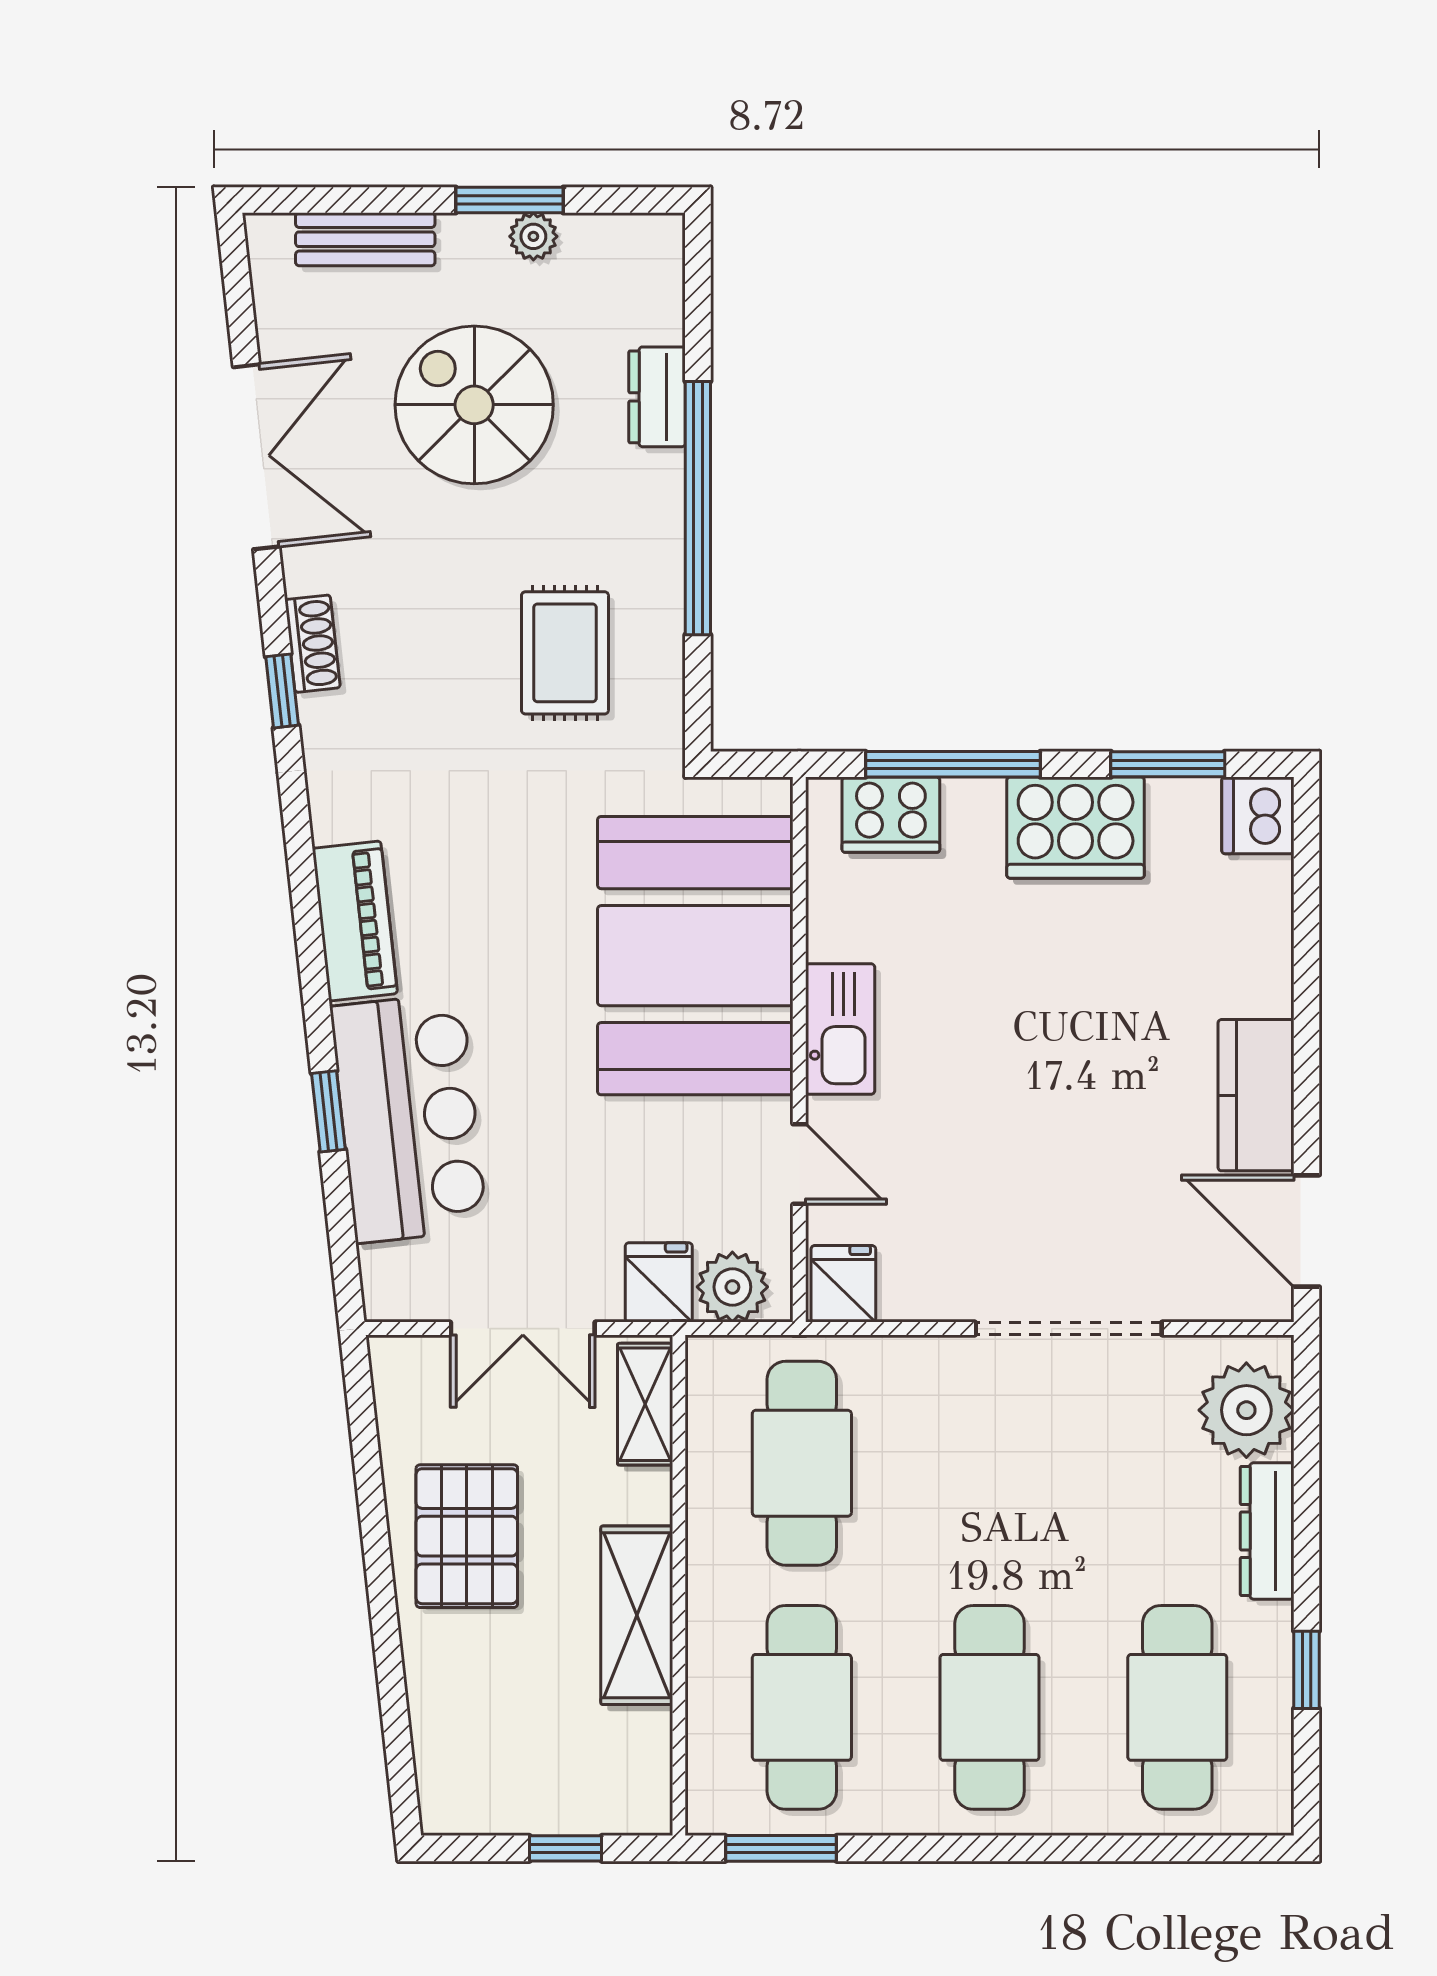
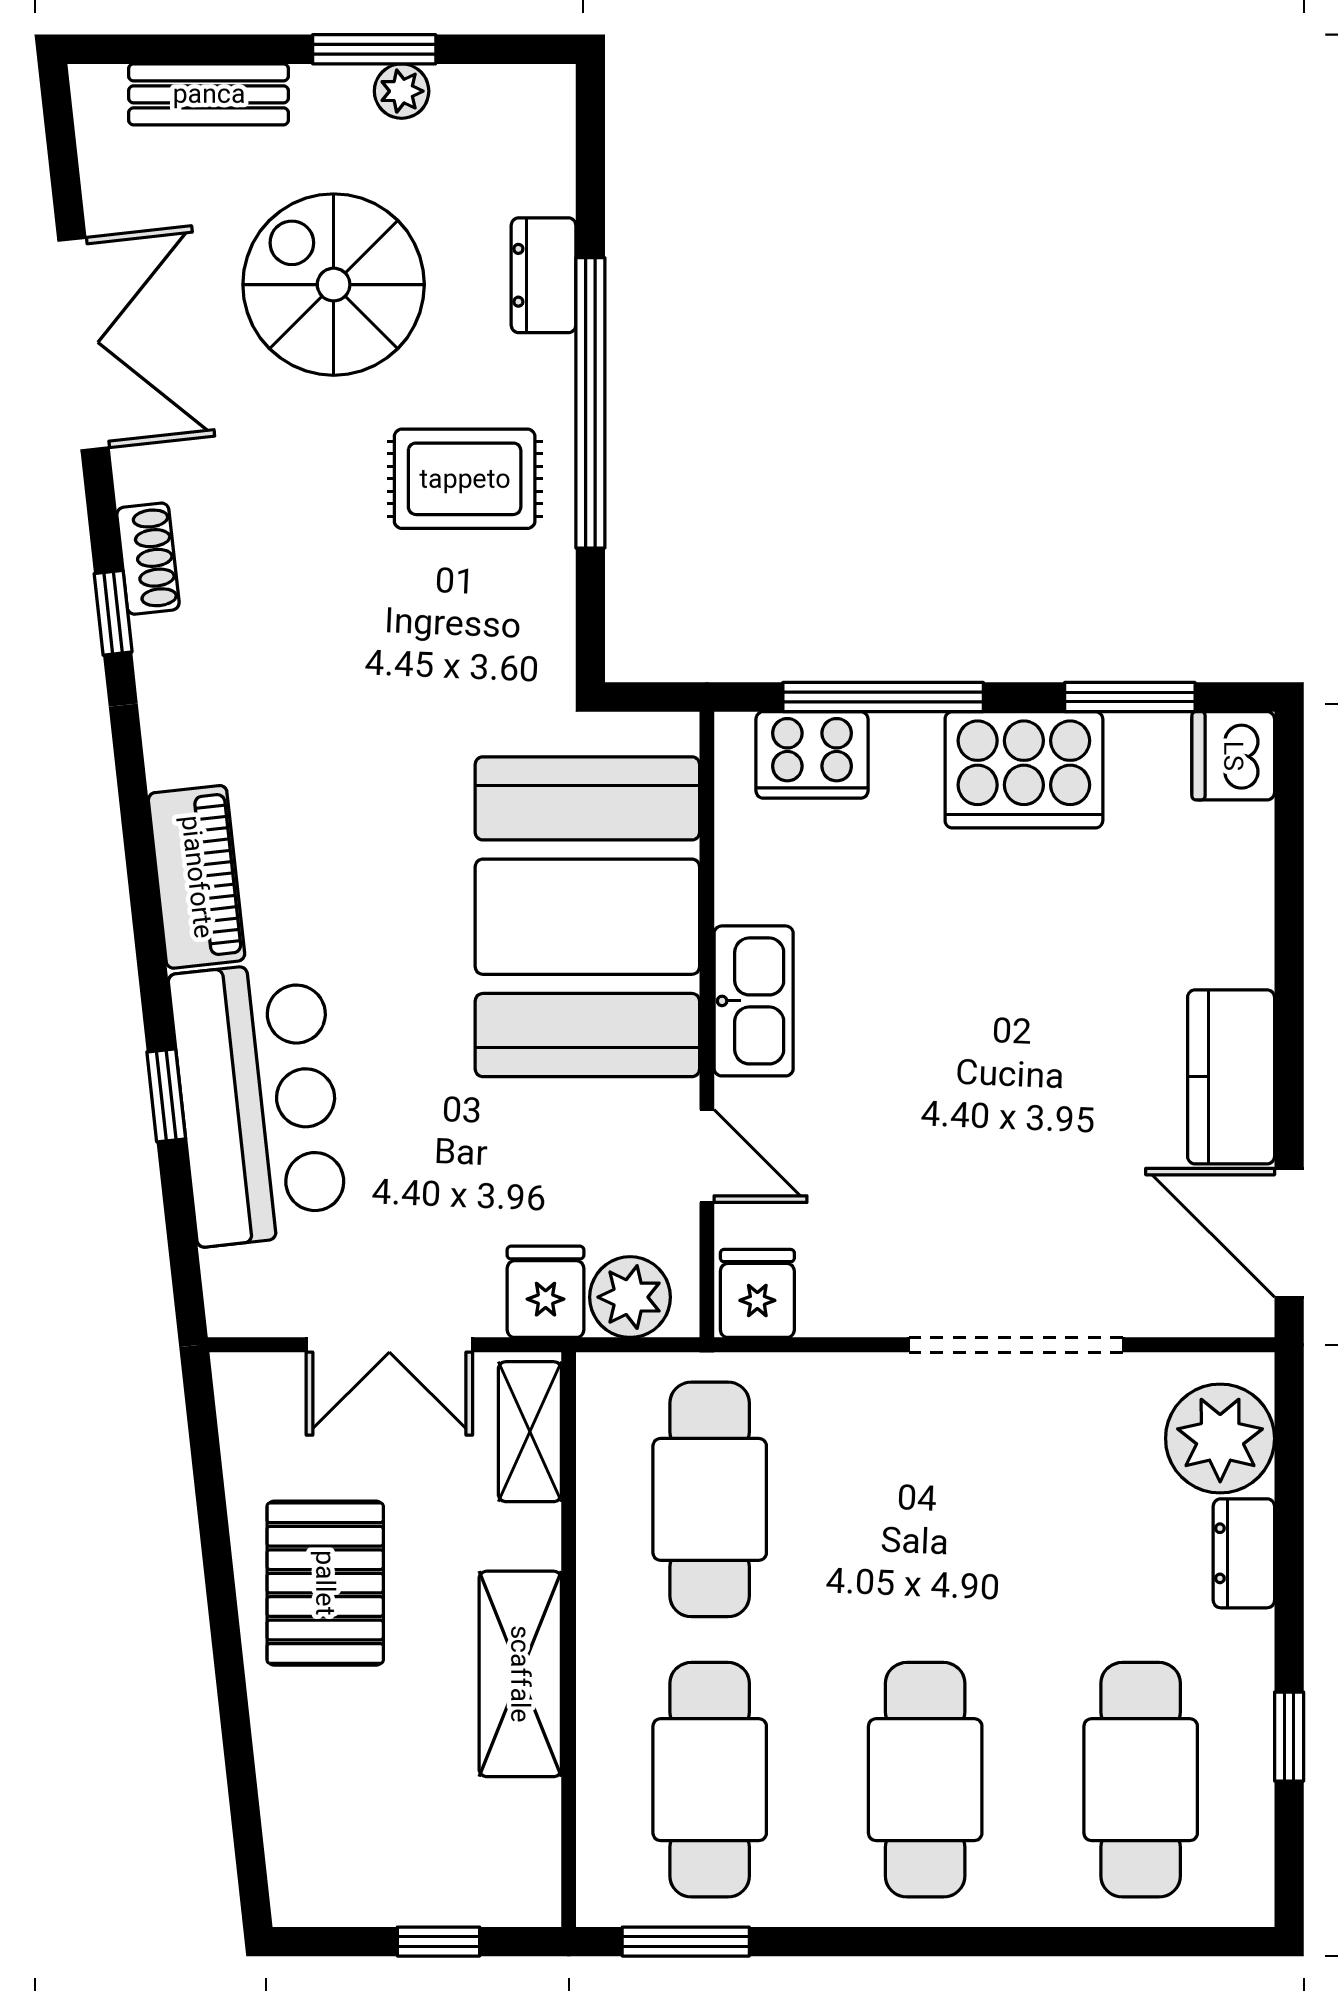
rug: (565, 653) -> (465, 479), moved, turned 90
dresser: (1267, 1531) -> (1244, 1553), width x0.70

